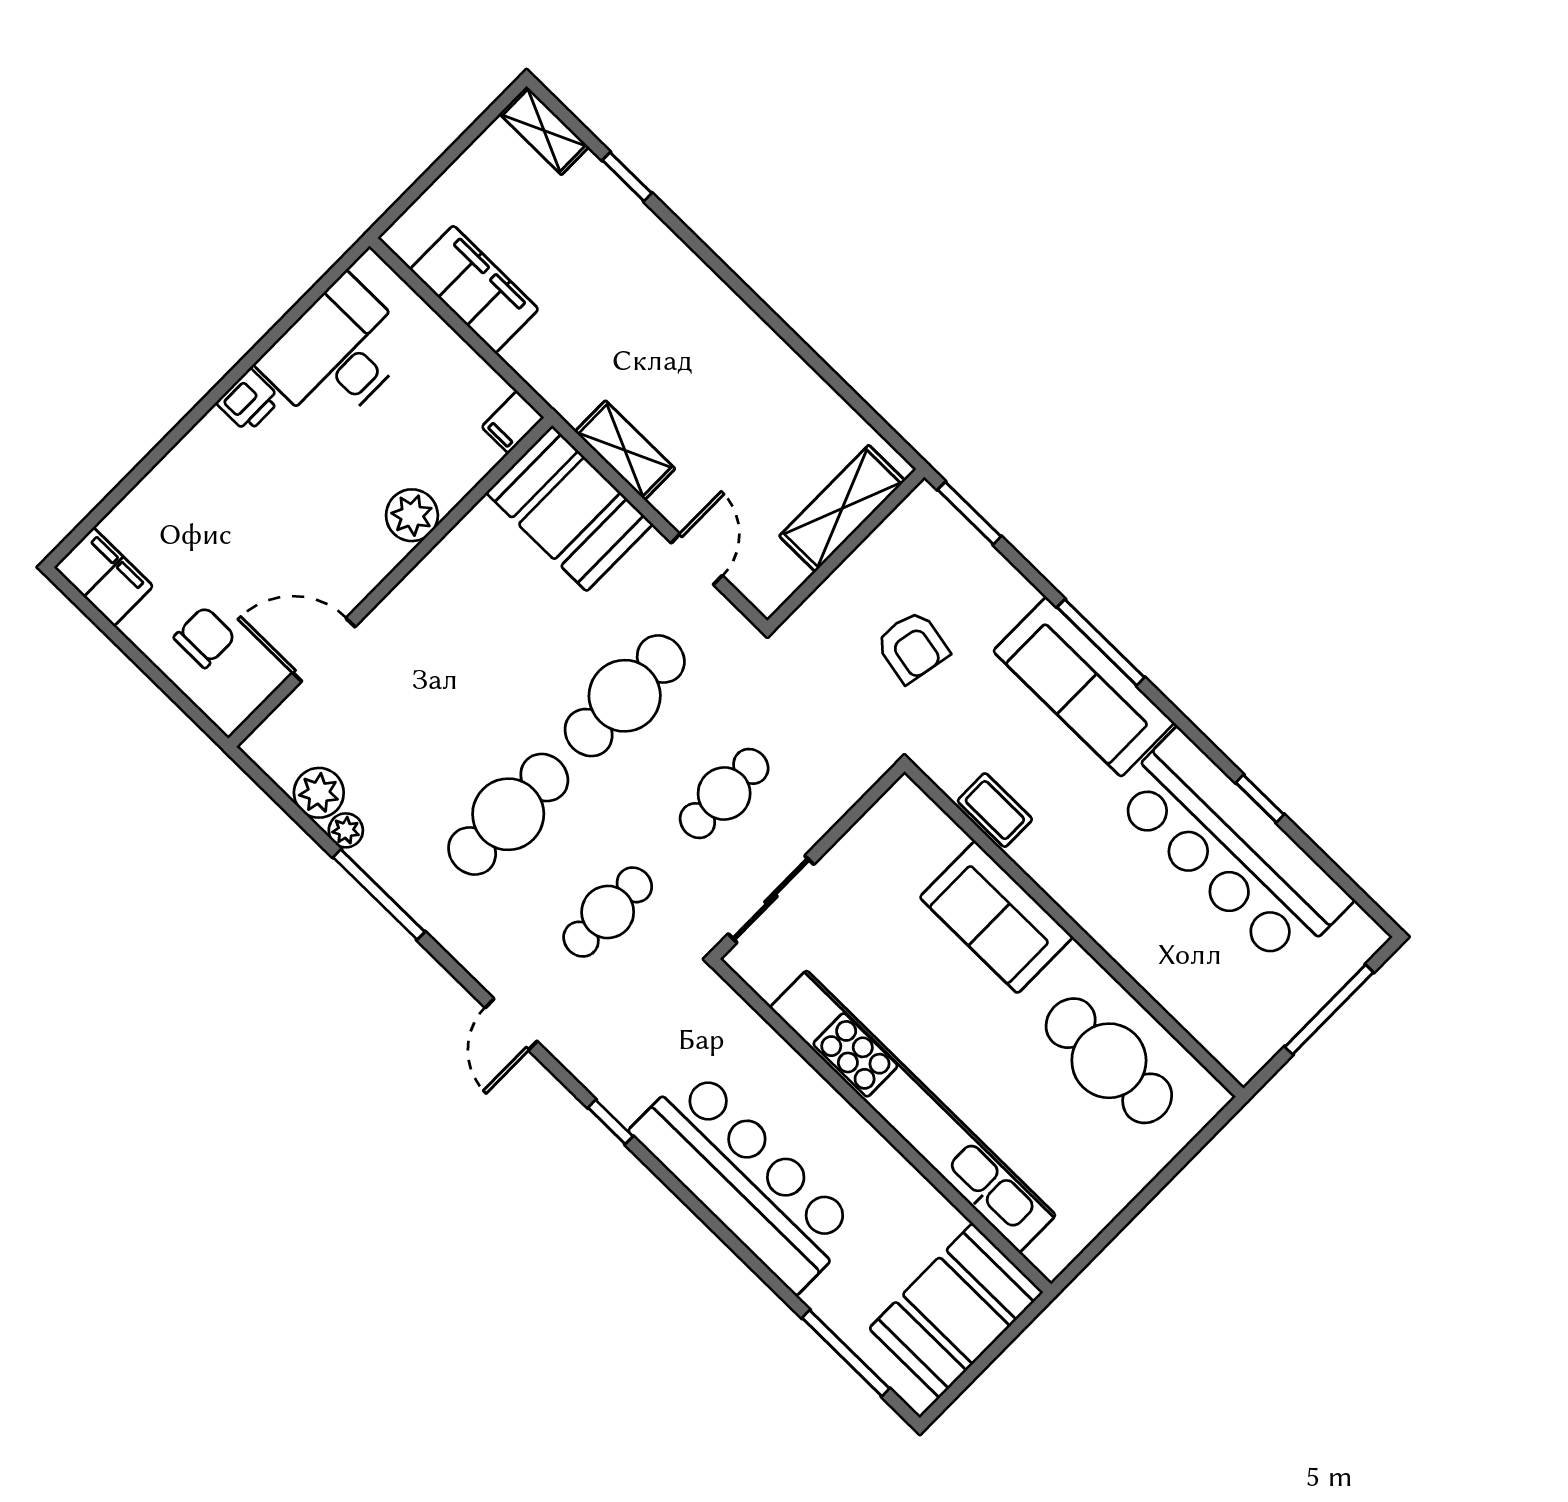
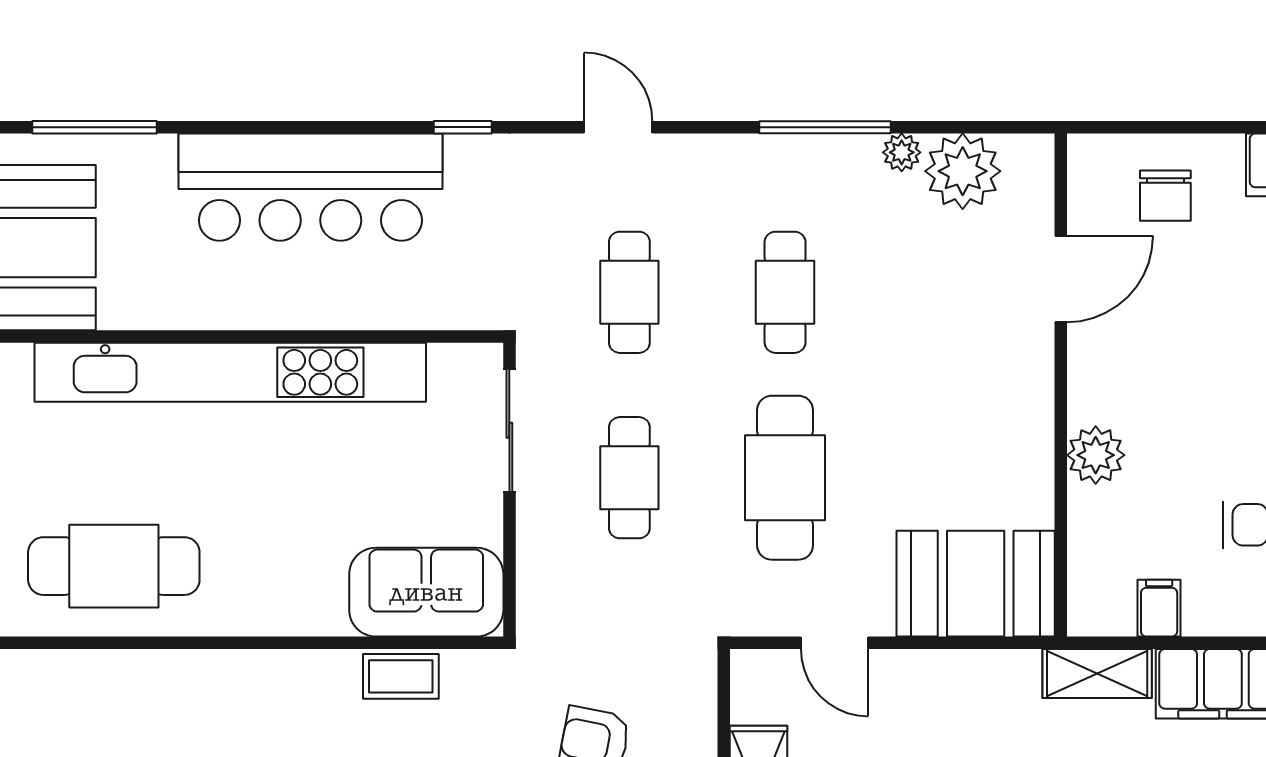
filing cabinet: (513, 422) -> (1159, 608), moved
shelving: (625, 450) -> (1097, 673), moved
plant: (319, 793) -> (963, 171), width x1.36, depth x1.36
cafe table: (508, 814) -> (785, 292), width x0.73, depth x0.74
sofa: (996, 917) -> (426, 592), moved

